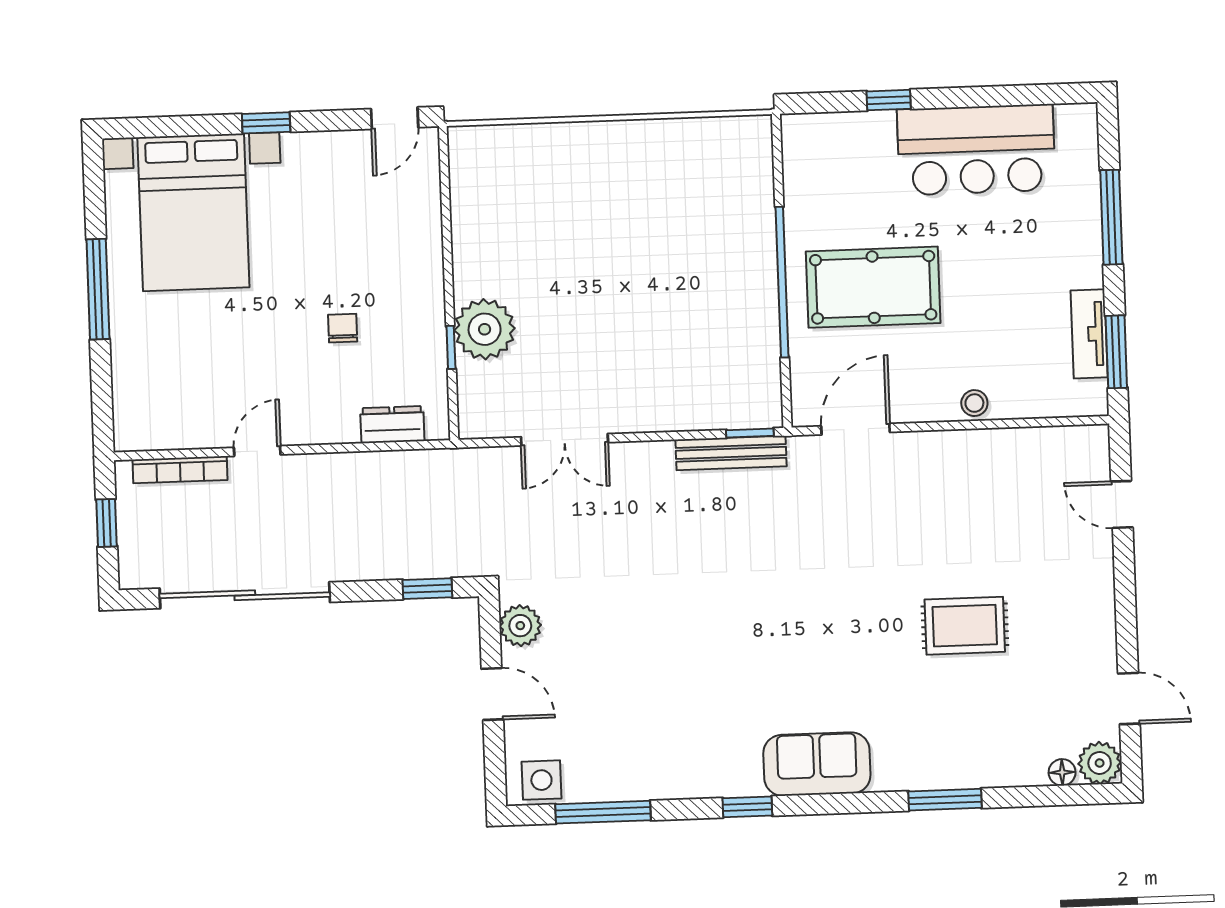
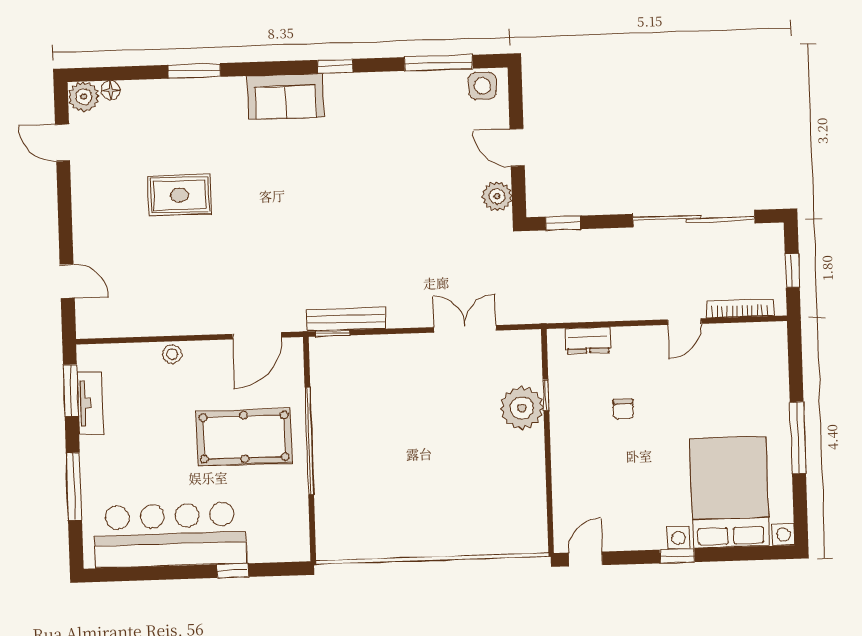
bar counter: (976, 150) -> (170, 535), width x1.36

